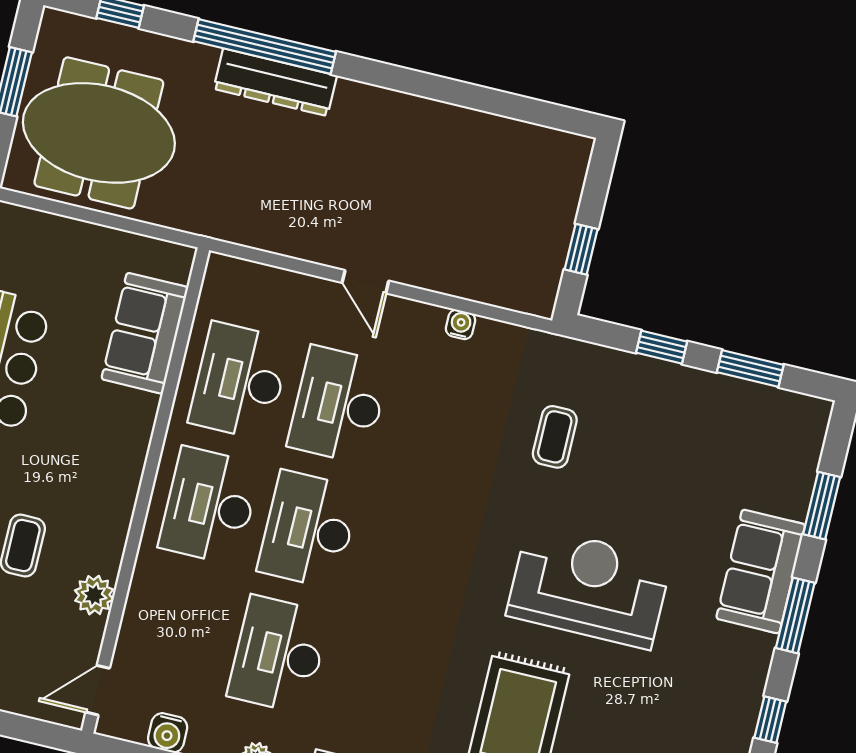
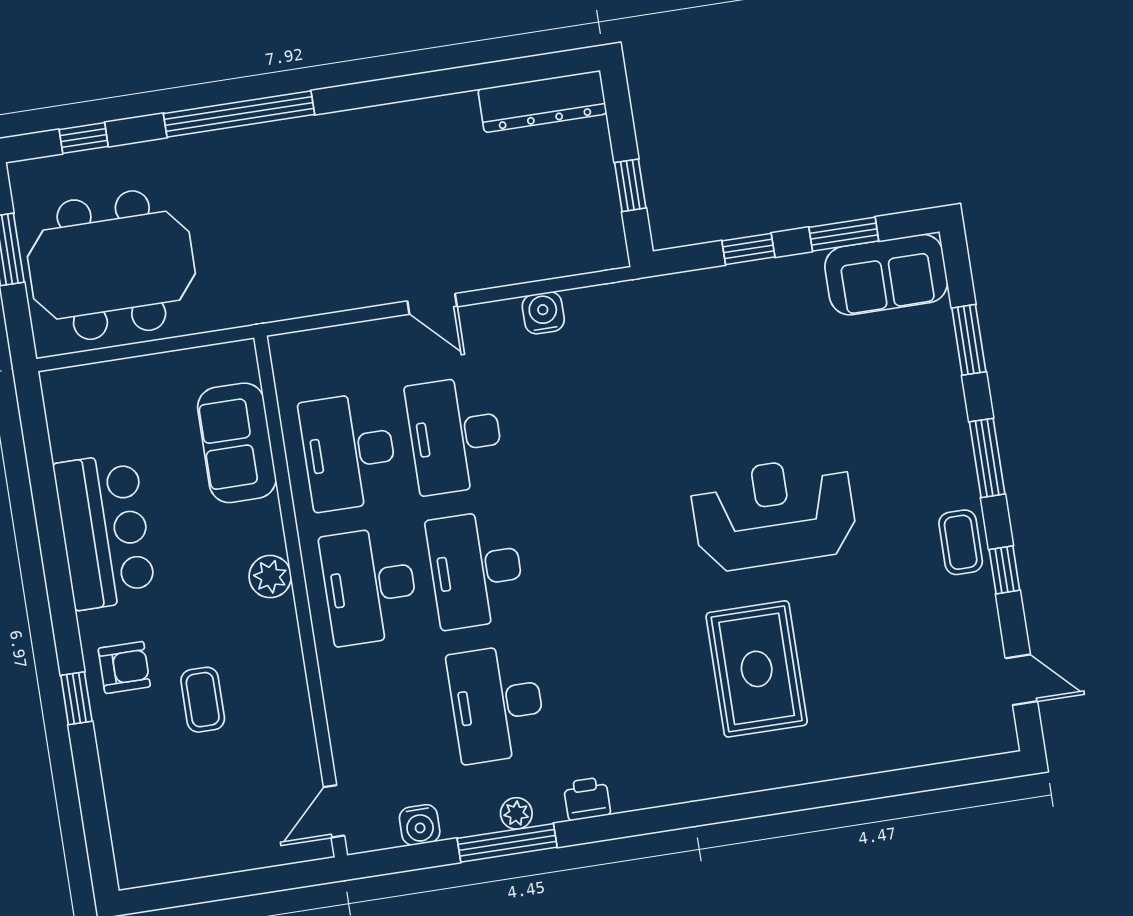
dresser: (275, 82) -> (542, 102), moved
water cooler: (461, 324) -> (543, 313), width x1.38, depth x1.38
coffee table: (555, 437) -> (961, 542), moved
sofa: (761, 572) -> (886, 275), moved, turned -90
plant: (94, 595) -> (270, 577), moved

